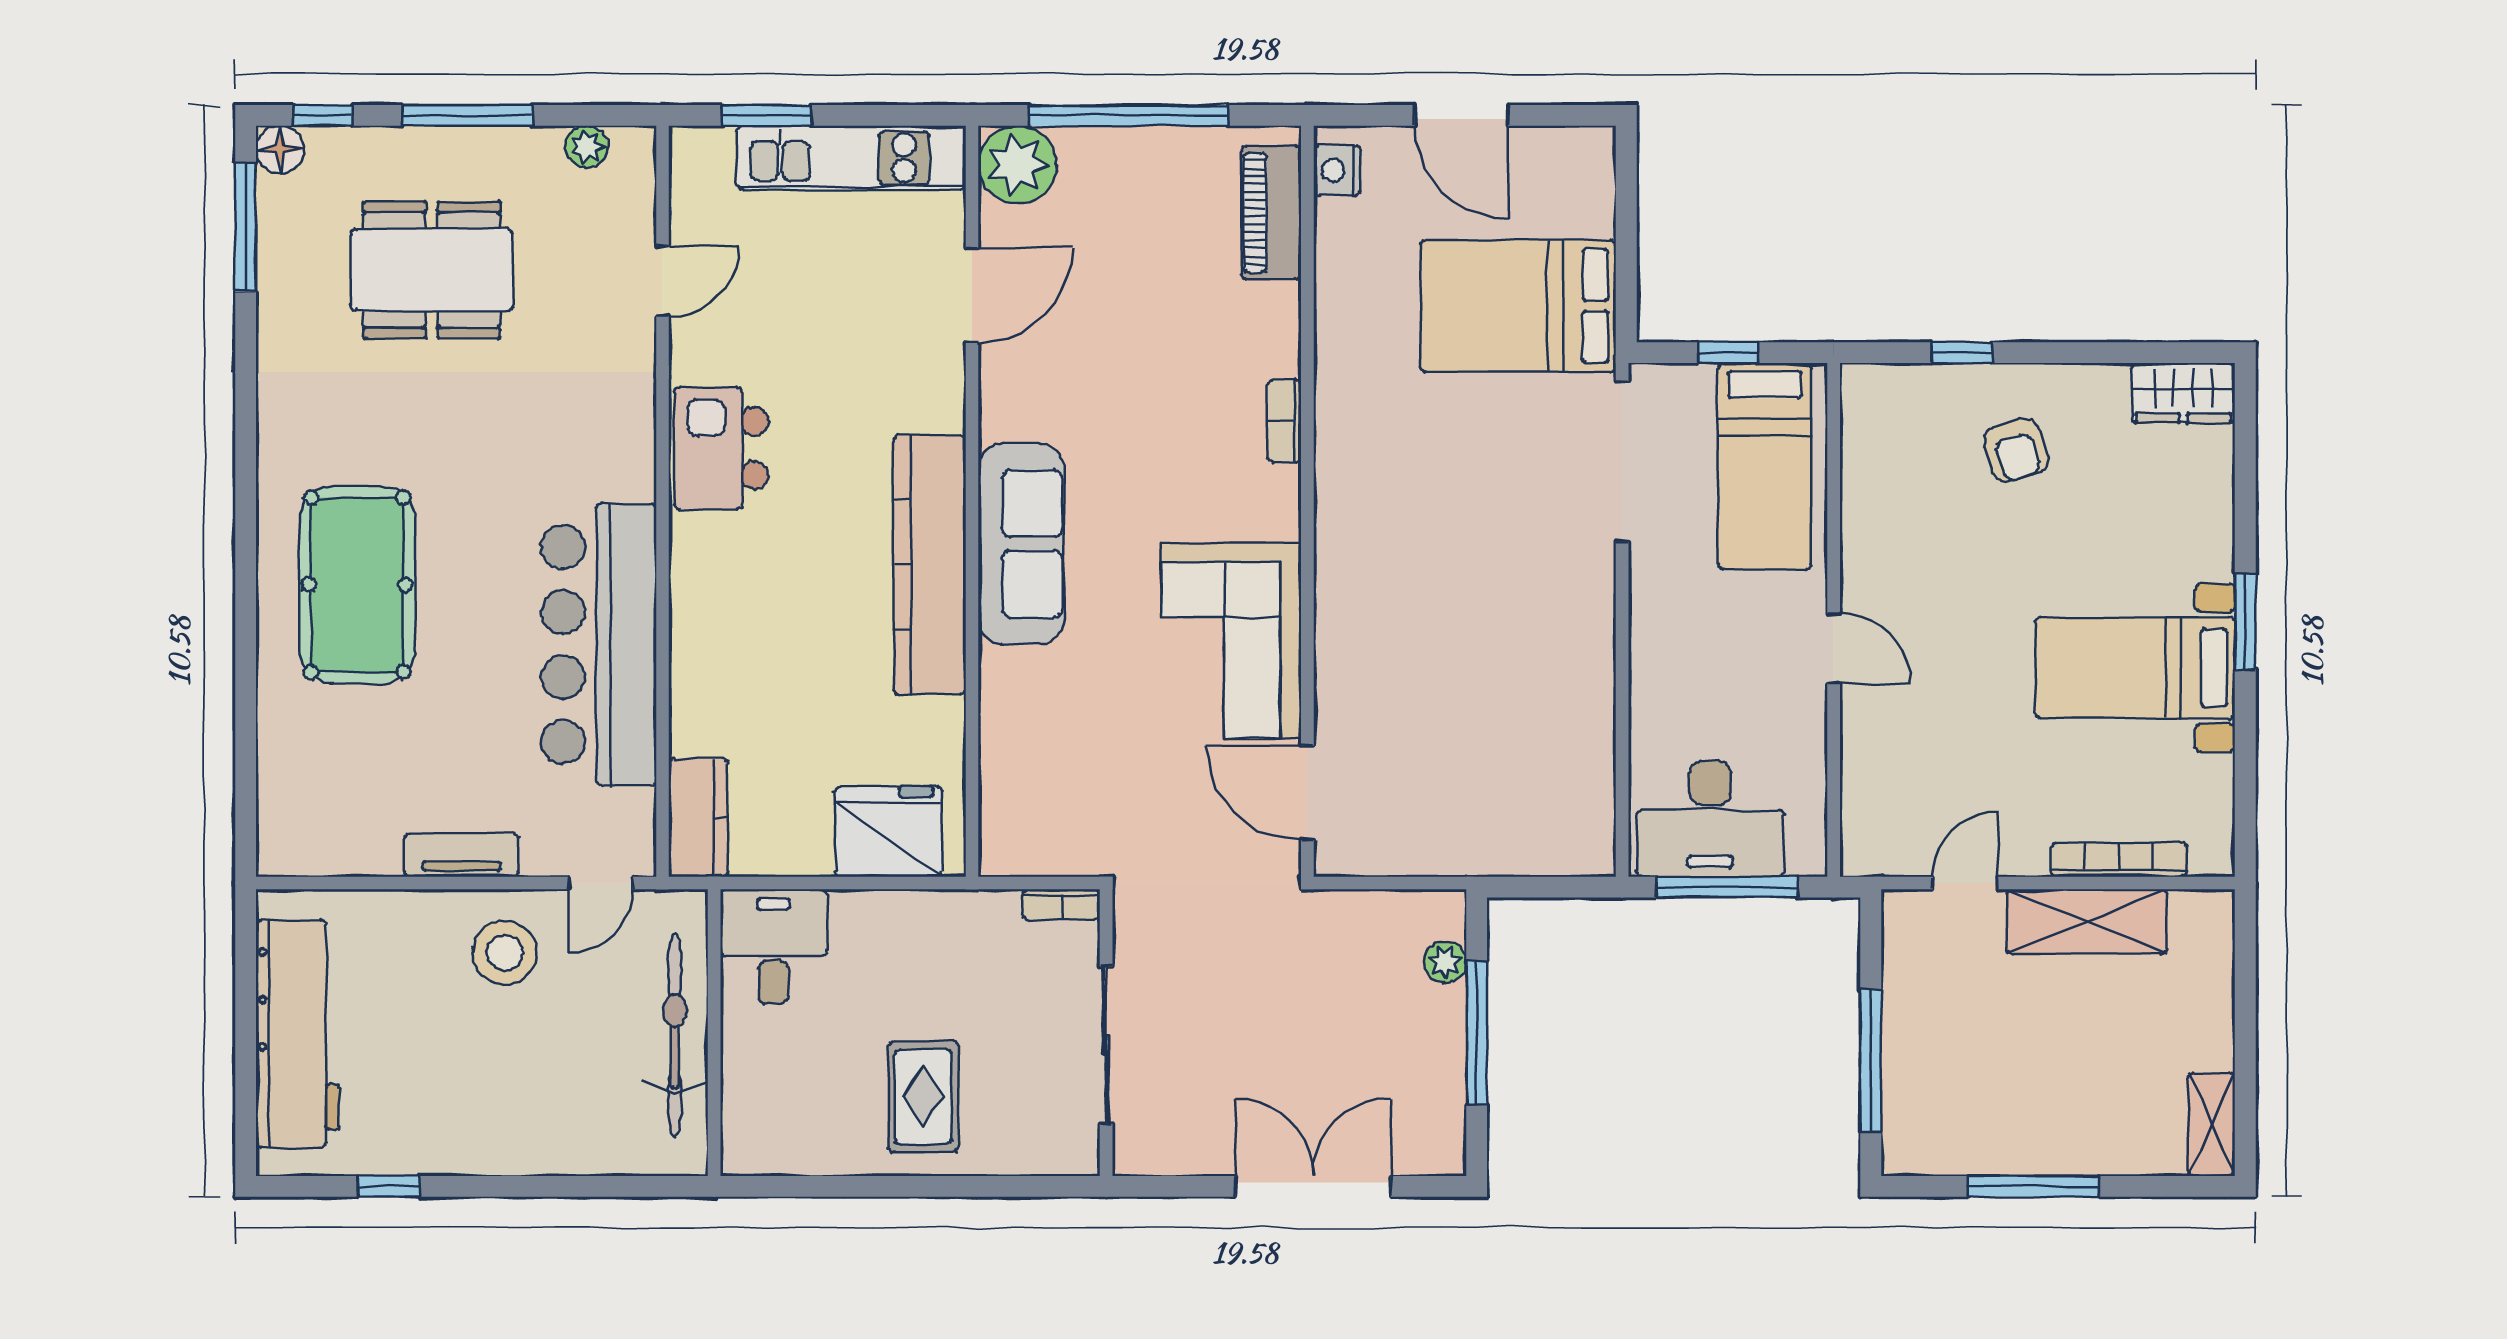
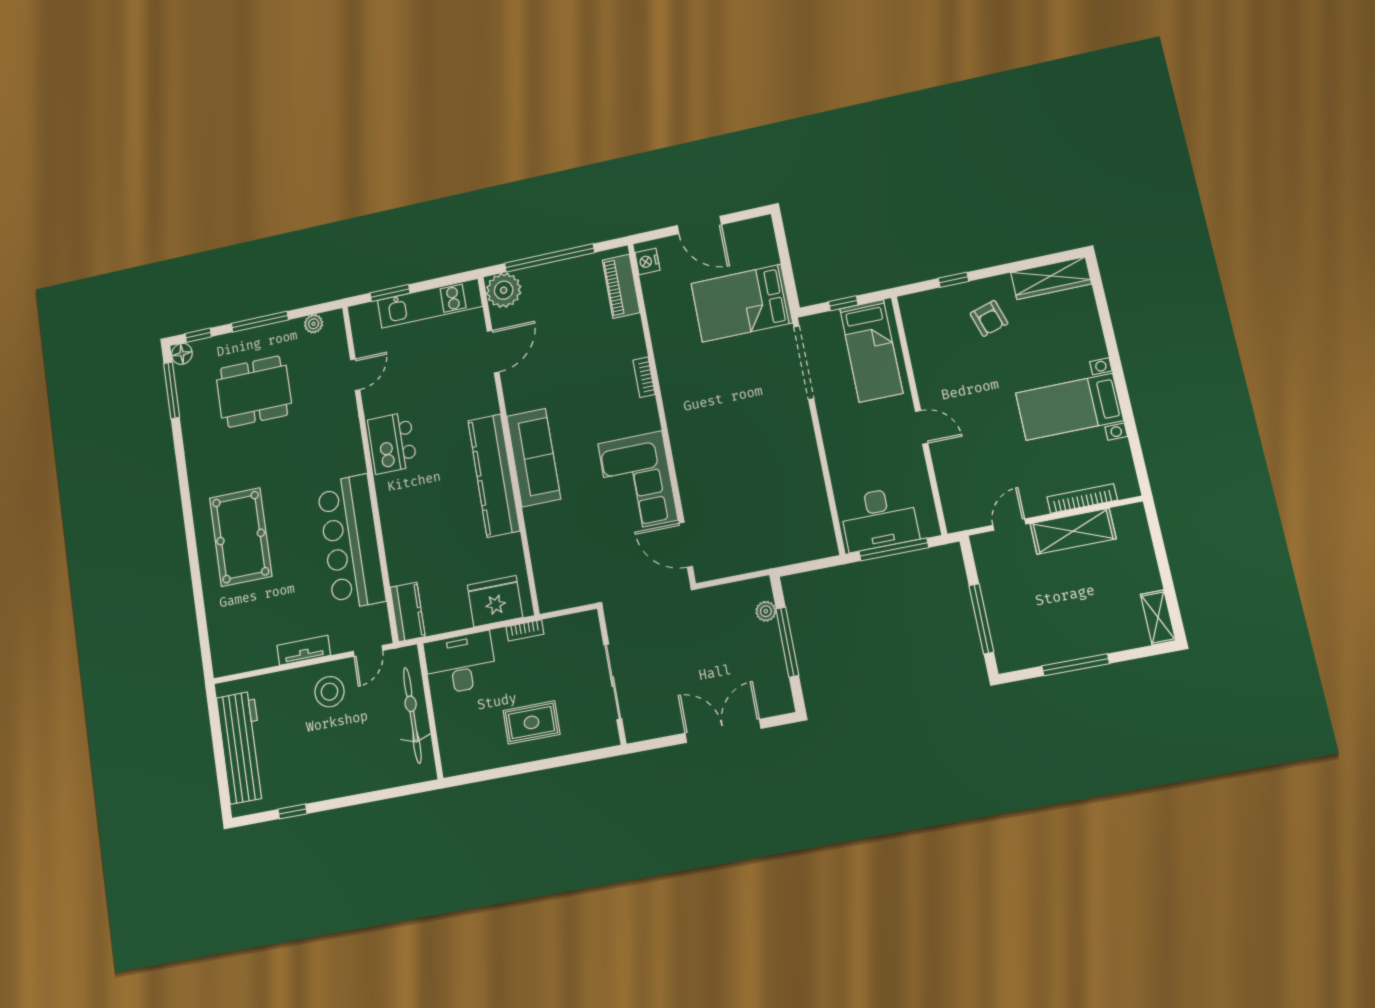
wardrobe: (2183, 393) -> (1051, 278), width x1.50
window: (2245, 622) -> (1118, 374), removed
bookcase: (1061, 905) -> (525, 630), moved
desk: (774, 947) -> (460, 663), width x1.37
rug: (923, 1097) -> (531, 722), turned 90

